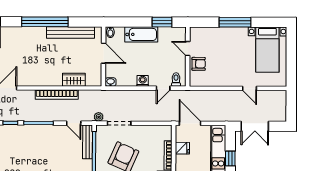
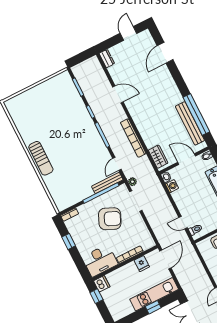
window: (45, 22) -> (196, 114), moved
door: (104, 53) -> (187, 159), swing flipped
wardrobe: (74, 80) -> (158, 157), moved
washing machine: (143, 81) -> (172, 186), moved

